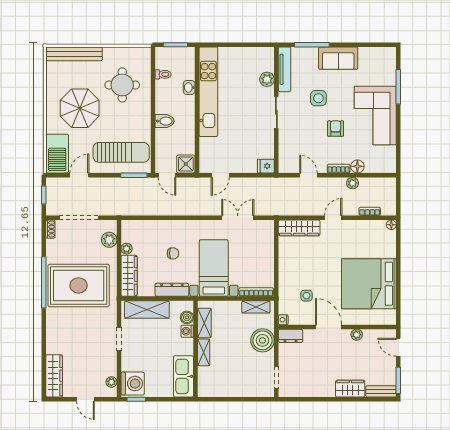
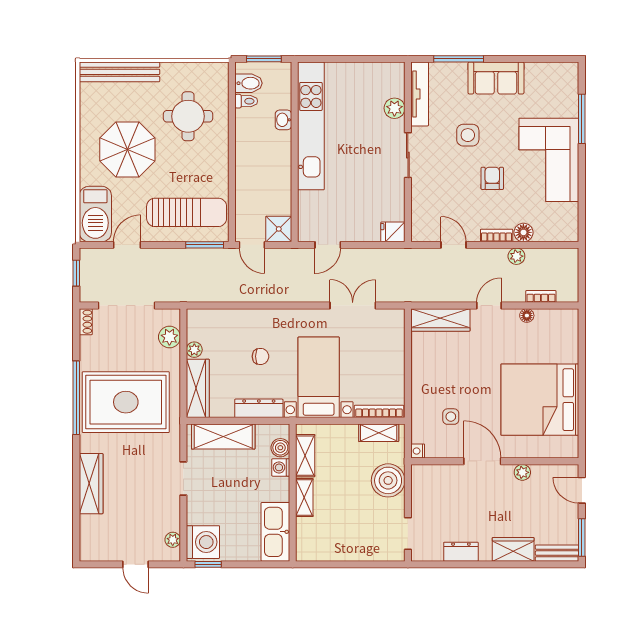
bidet: (165, 121) -> (249, 83), moved
floor lamp: (391, 225) -> (527, 316), moved
dresser: (291, 336) -> (461, 552), moved, turned 180
wardrobe: (54, 376) -> (91, 484), moved

